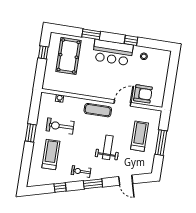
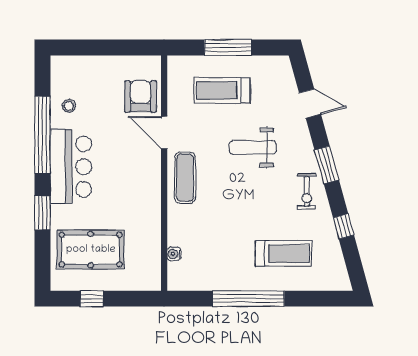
window: (131, 40) -> (42, 135), width x3.17
exercise bike: (60, 126) -> (227, 245), removed
window: (31, 133) -> (248, 299), width x2.11
treadmill: (51, 155) -> (284, 254), turned 180
door: (126, 180) -> (310, 104), hinge flipped

